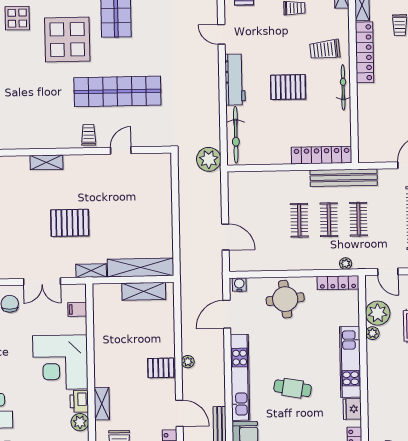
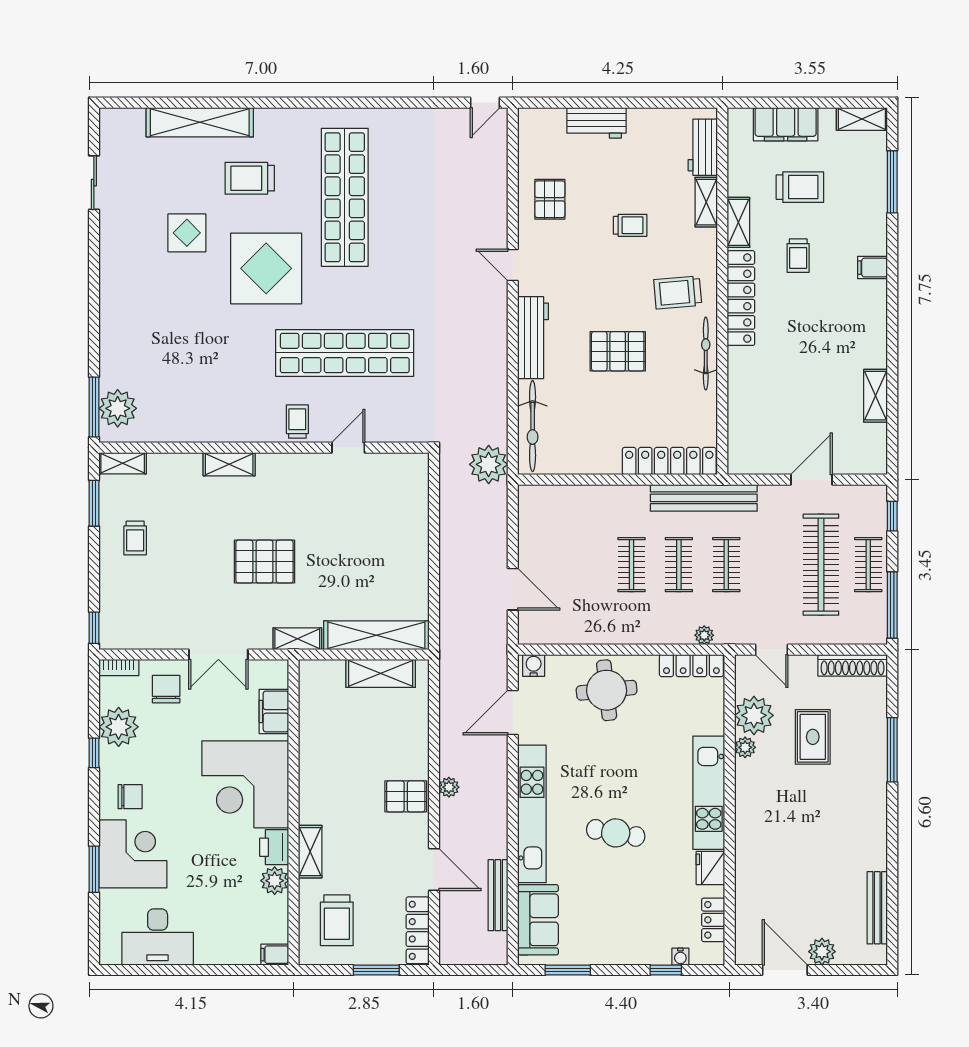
filing cabinet: (77, 309) -> (274, 711), width x2.00

